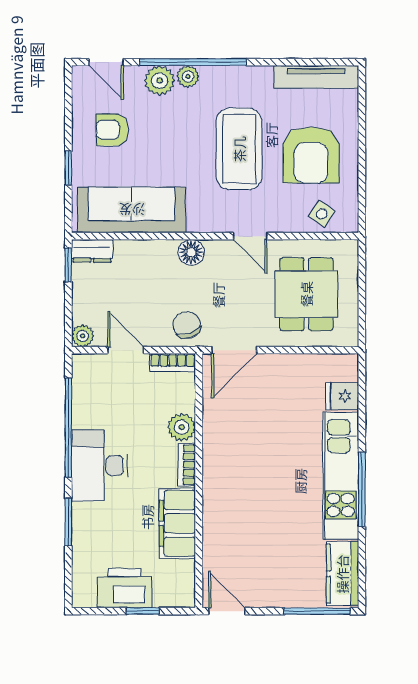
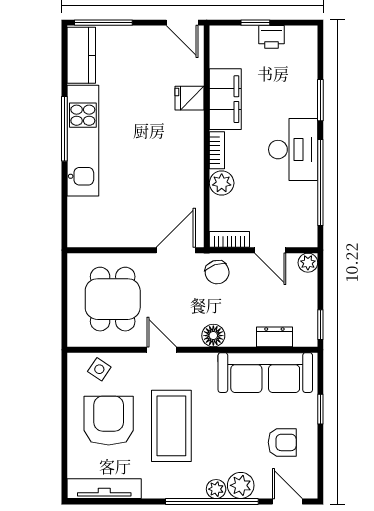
dresser: (92, 251) -> (274, 337), moved
fridge: (342, 396) -> (189, 98), moved, turned 180
printer: (124, 588) -> (272, 37), width x0.53, depth x0.68

